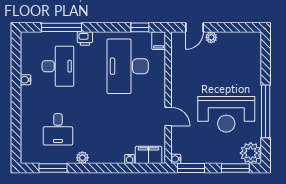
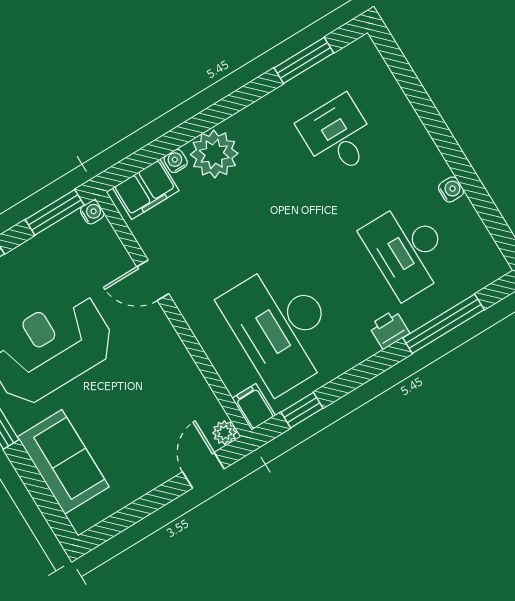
plant: (211, 37) -> (225, 433), moved
sofa: (249, 65) -> (63, 462), added
desk: (128, 66) -> (281, 327), turned 180
plant: (82, 158) -> (214, 154), moved, width x1.88, depth x1.88

